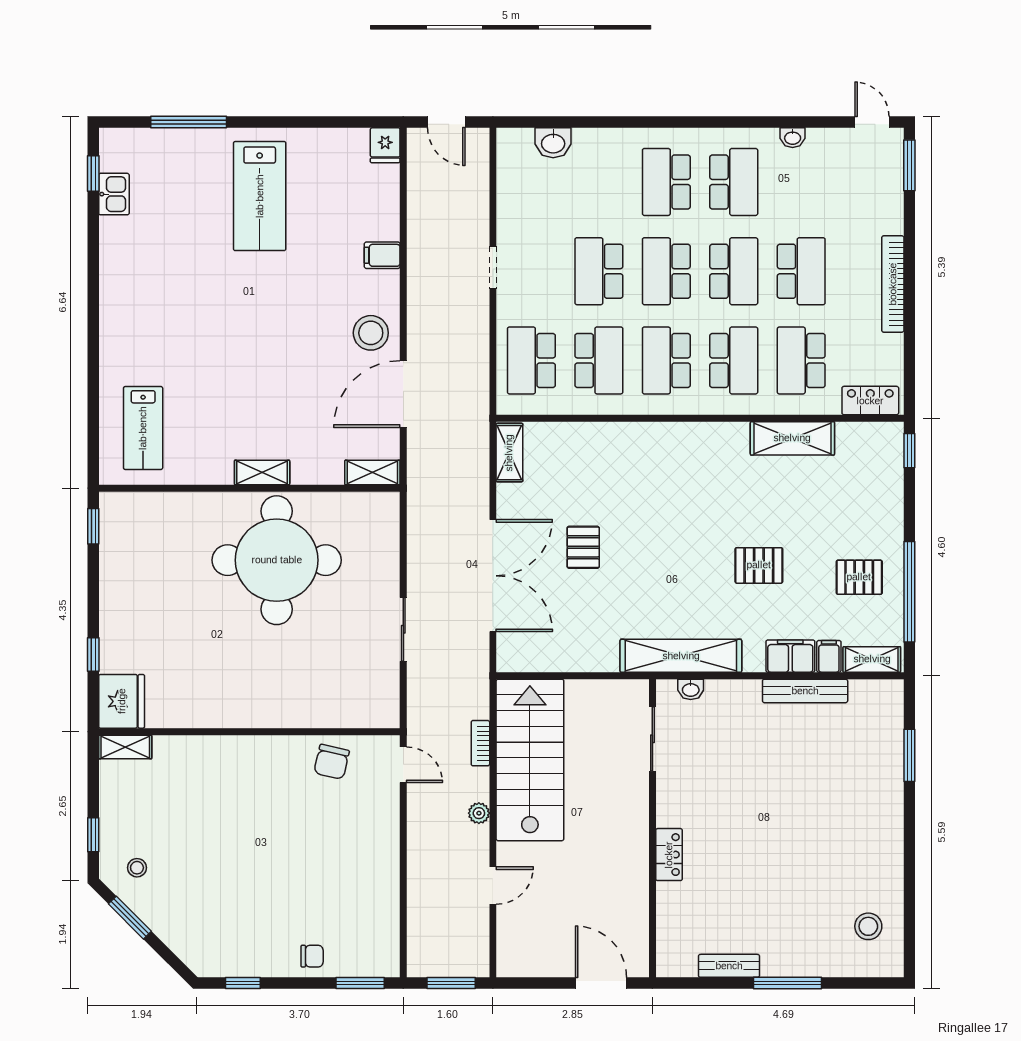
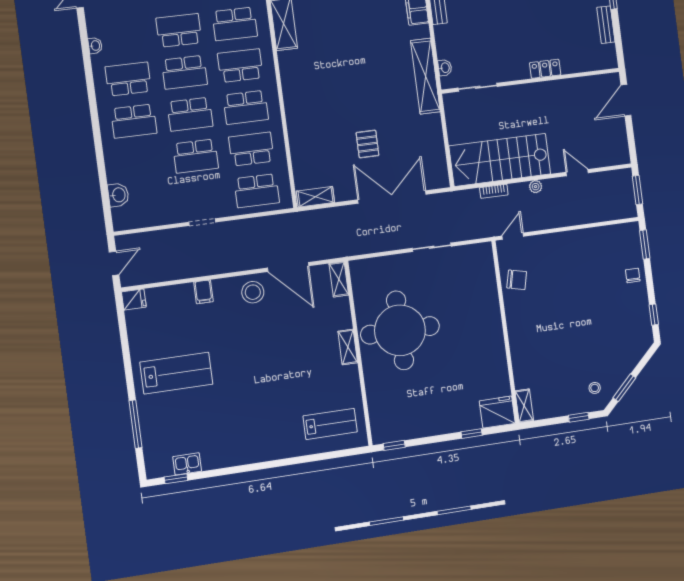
school desk: (734, 271) -> (184, 72), turned 180
pallet: (583, 547) -> (367, 144), turned 90
pallet: (759, 565) -> (364, 35), removed

